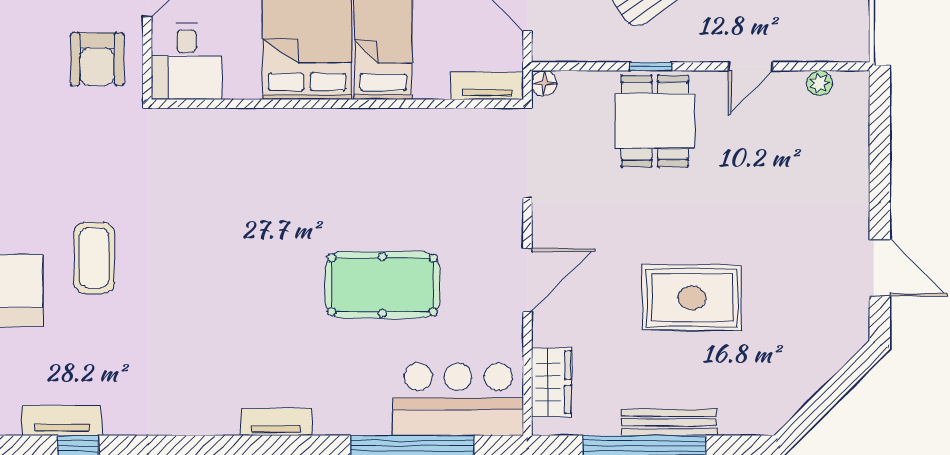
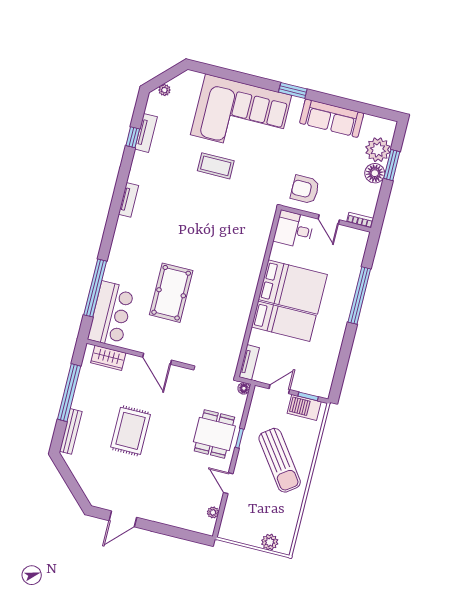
dining table: (655, 121) -> (214, 434), turned 90
tv unit: (276, 422) -> (129, 200), moved
bench: (669, 422) -> (71, 431), moved

